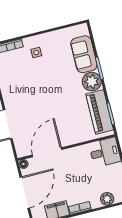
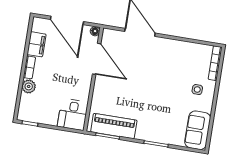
sofa: (84, 54) -> (198, 130), moved, turned -90
plant: (92, 82) -> (146, 131), removed
plant: (107, 199) -> (29, 86), moved

